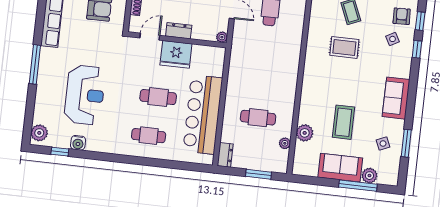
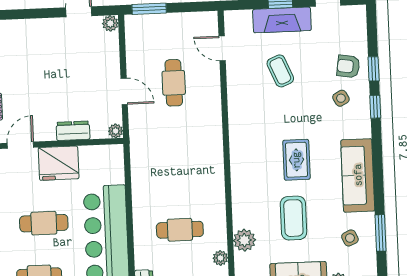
armchair: (402, 16) -> (348, 66), turned -79
dresser: (179, 31) -> (73, 131), moved
rug: (344, 47) -> (296, 160), moved, turned 90
sofa: (396, 98) -> (358, 175), width x1.36

